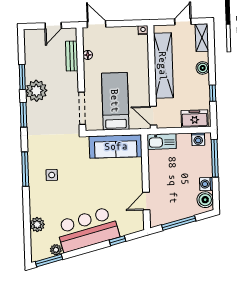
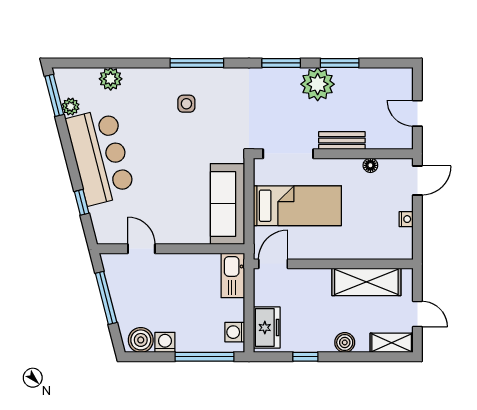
nightstand: (143, 30) -> (406, 219), moved
bench: (72, 56) -> (342, 141), moved
shelving: (163, 66) -> (366, 282), width x0.68

